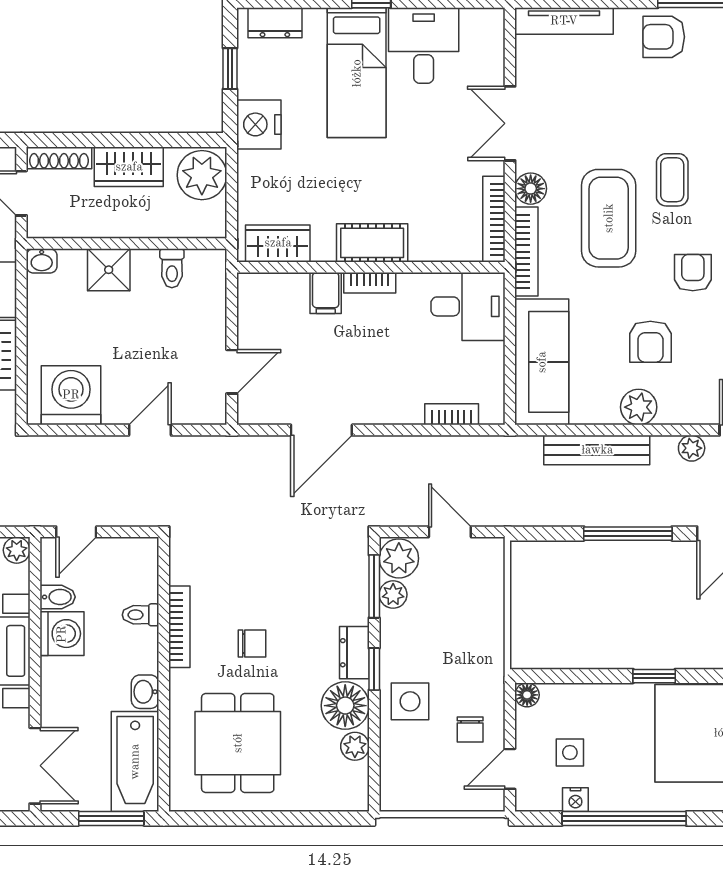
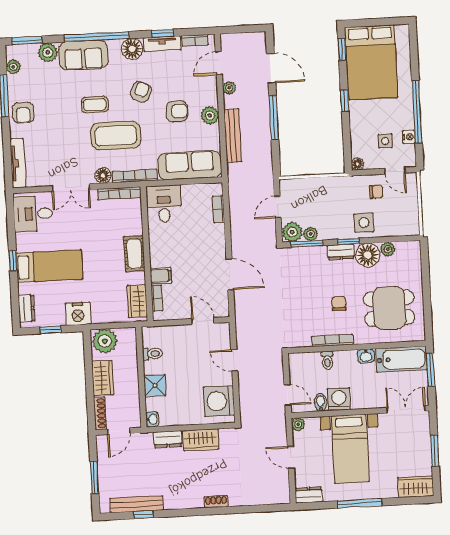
desk: (424, 46) -> (33, 214), moved
armchair: (693, 273) -> (141, 92), turned 112
bookcase: (370, 283) -> (157, 298), moved

